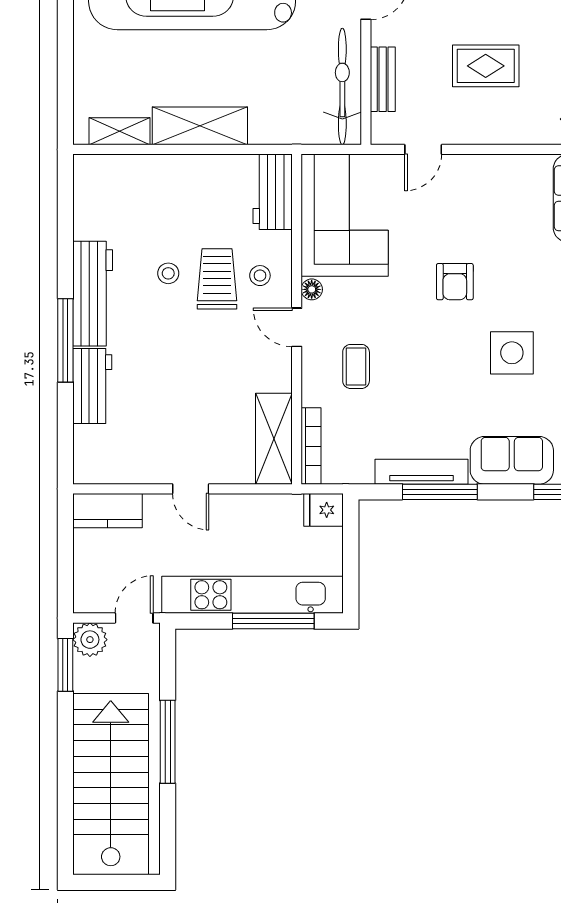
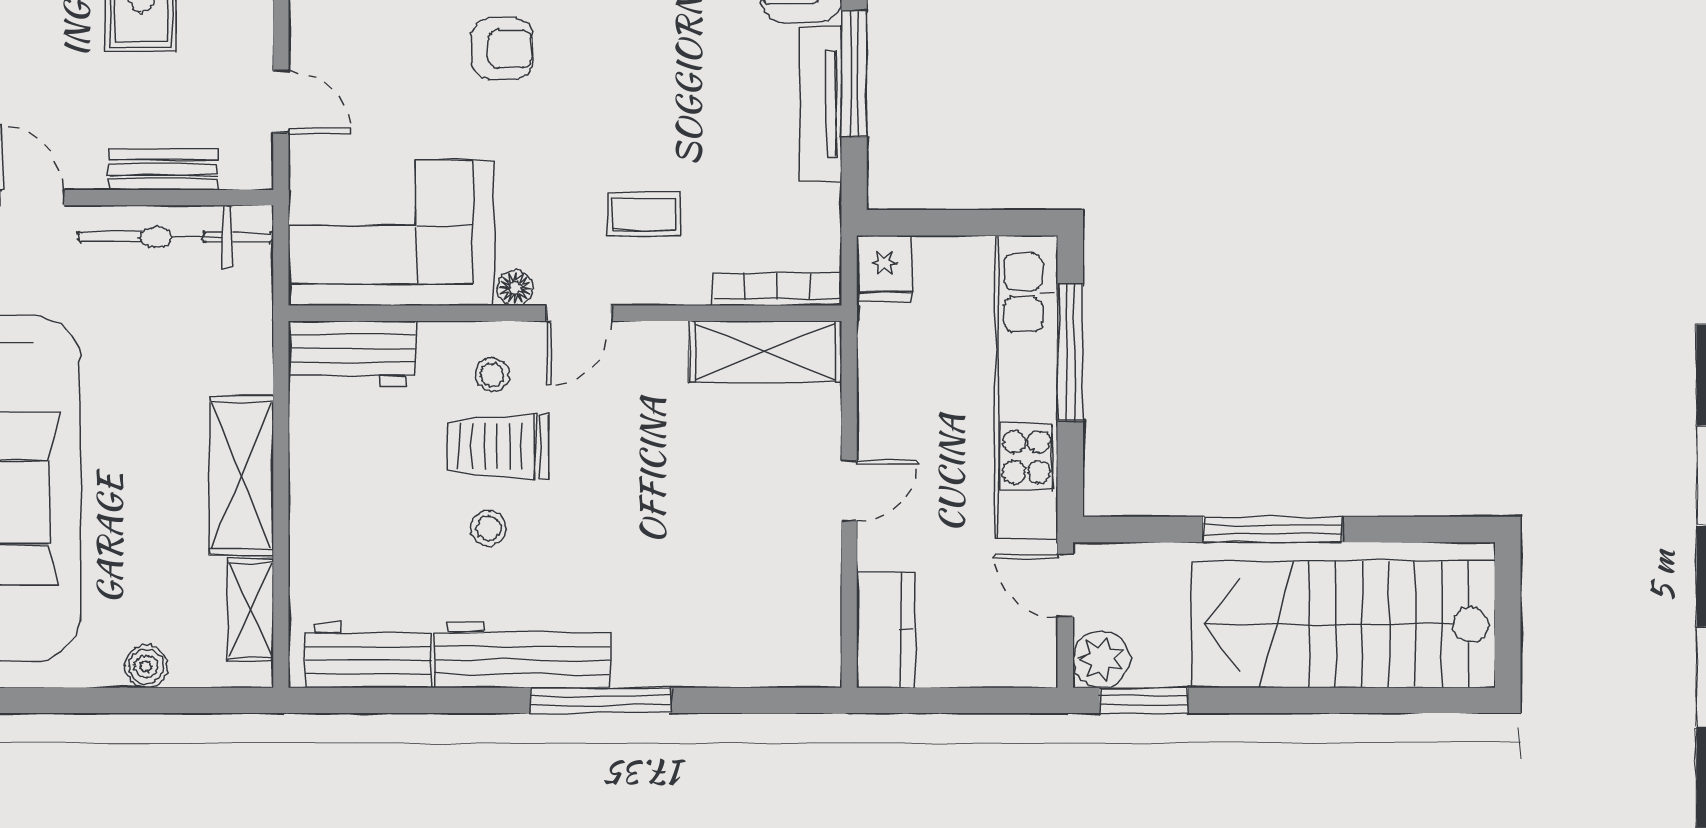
boiler: (86, 69) -> (146, 666), added
workbench: (92, 386) -> (368, 655), moved

